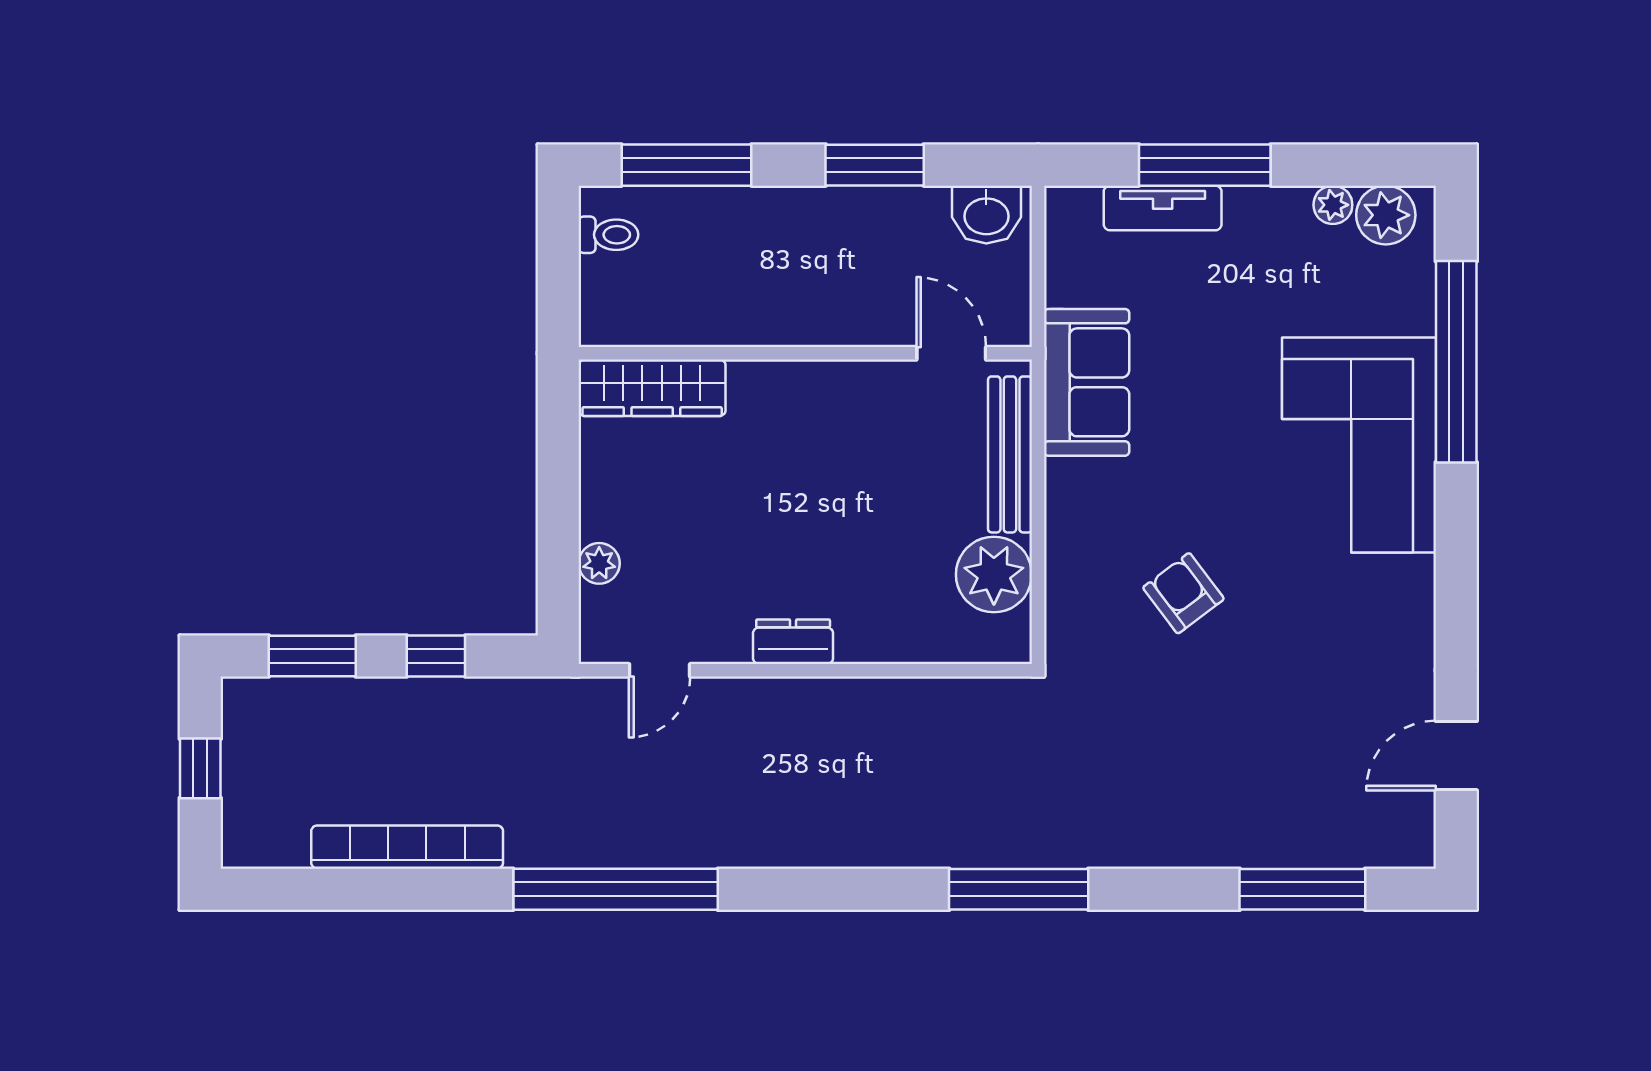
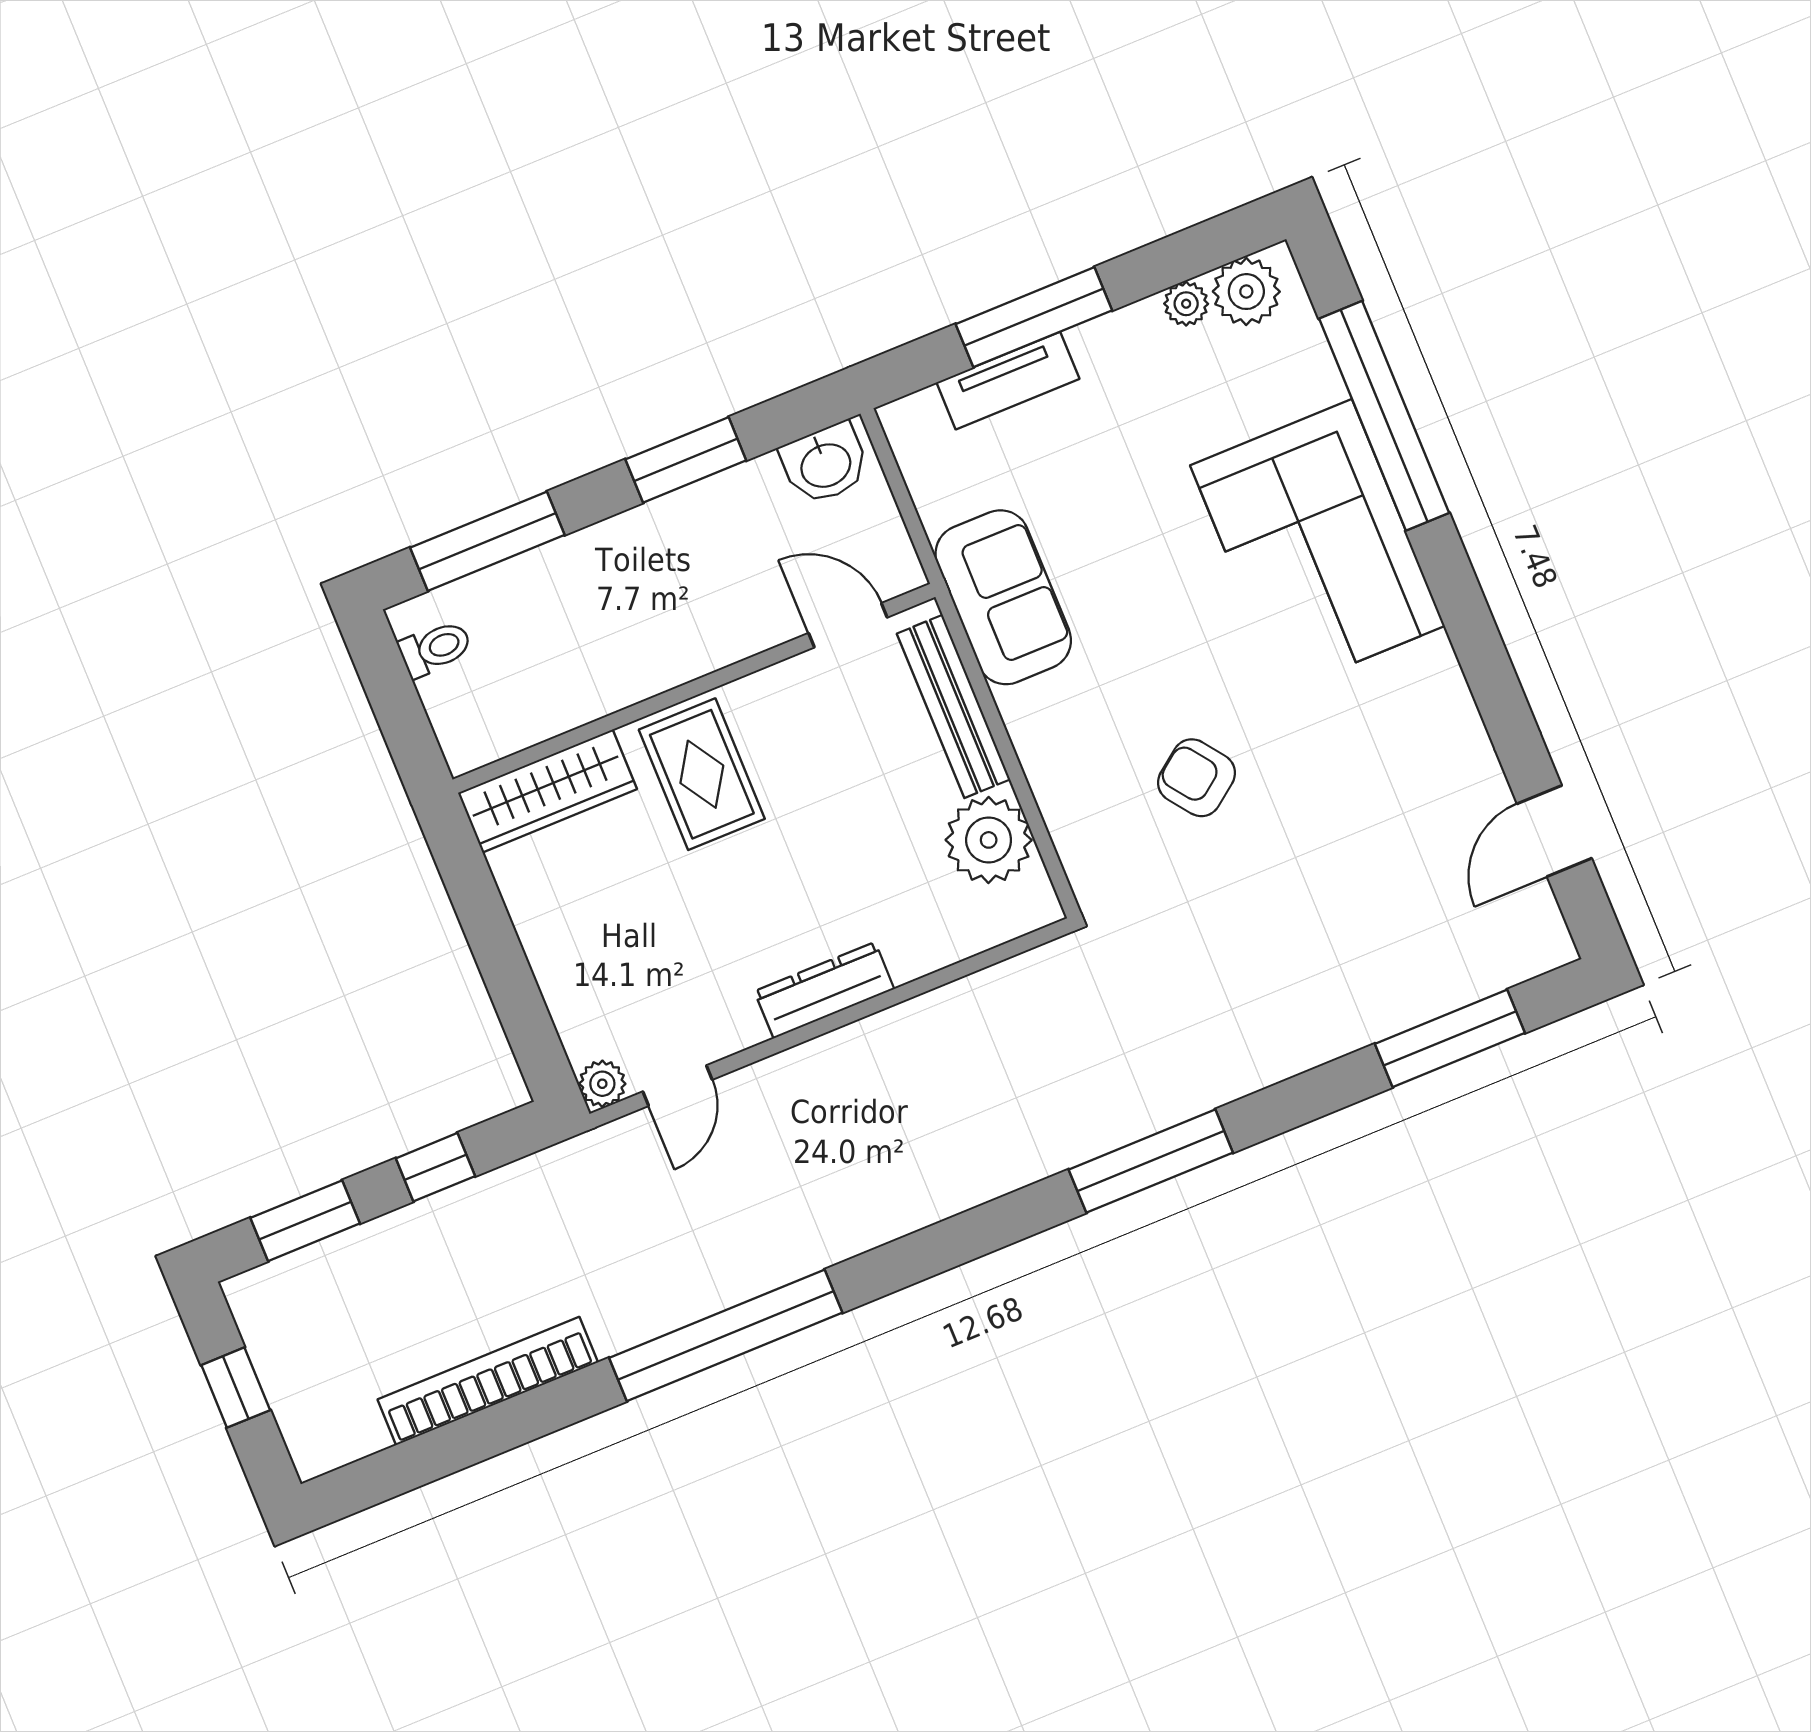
rug: (783, 426) -> (702, 774), added
plant: (599, 563) -> (602, 1084), moved
dresser: (793, 642) -> (824, 990), width x1.44

